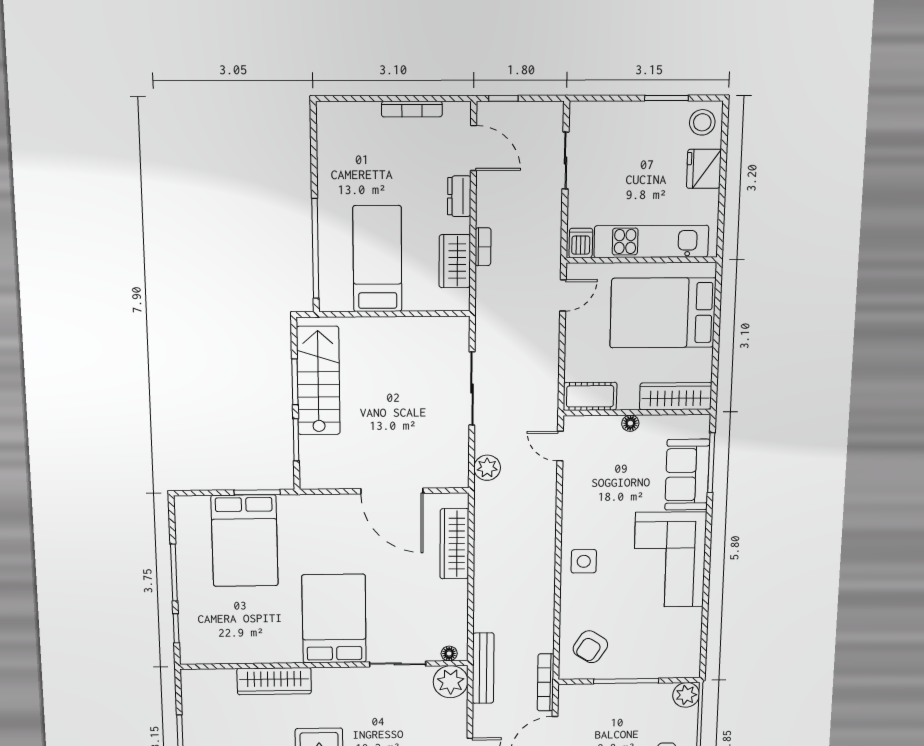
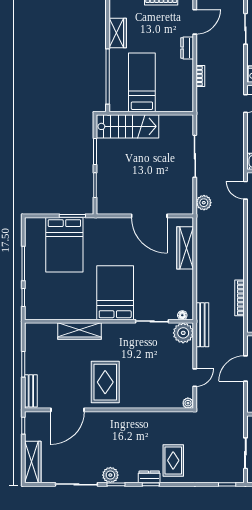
door: (473, 148) -> (195, 22), hinge flipped
wardrobe: (455, 261) -> (118, 33), moved, turned 180
stairs: (318, 381) -> (128, 126), moved, turned 90
bookcase: (546, 682) -> (239, 298), moved

